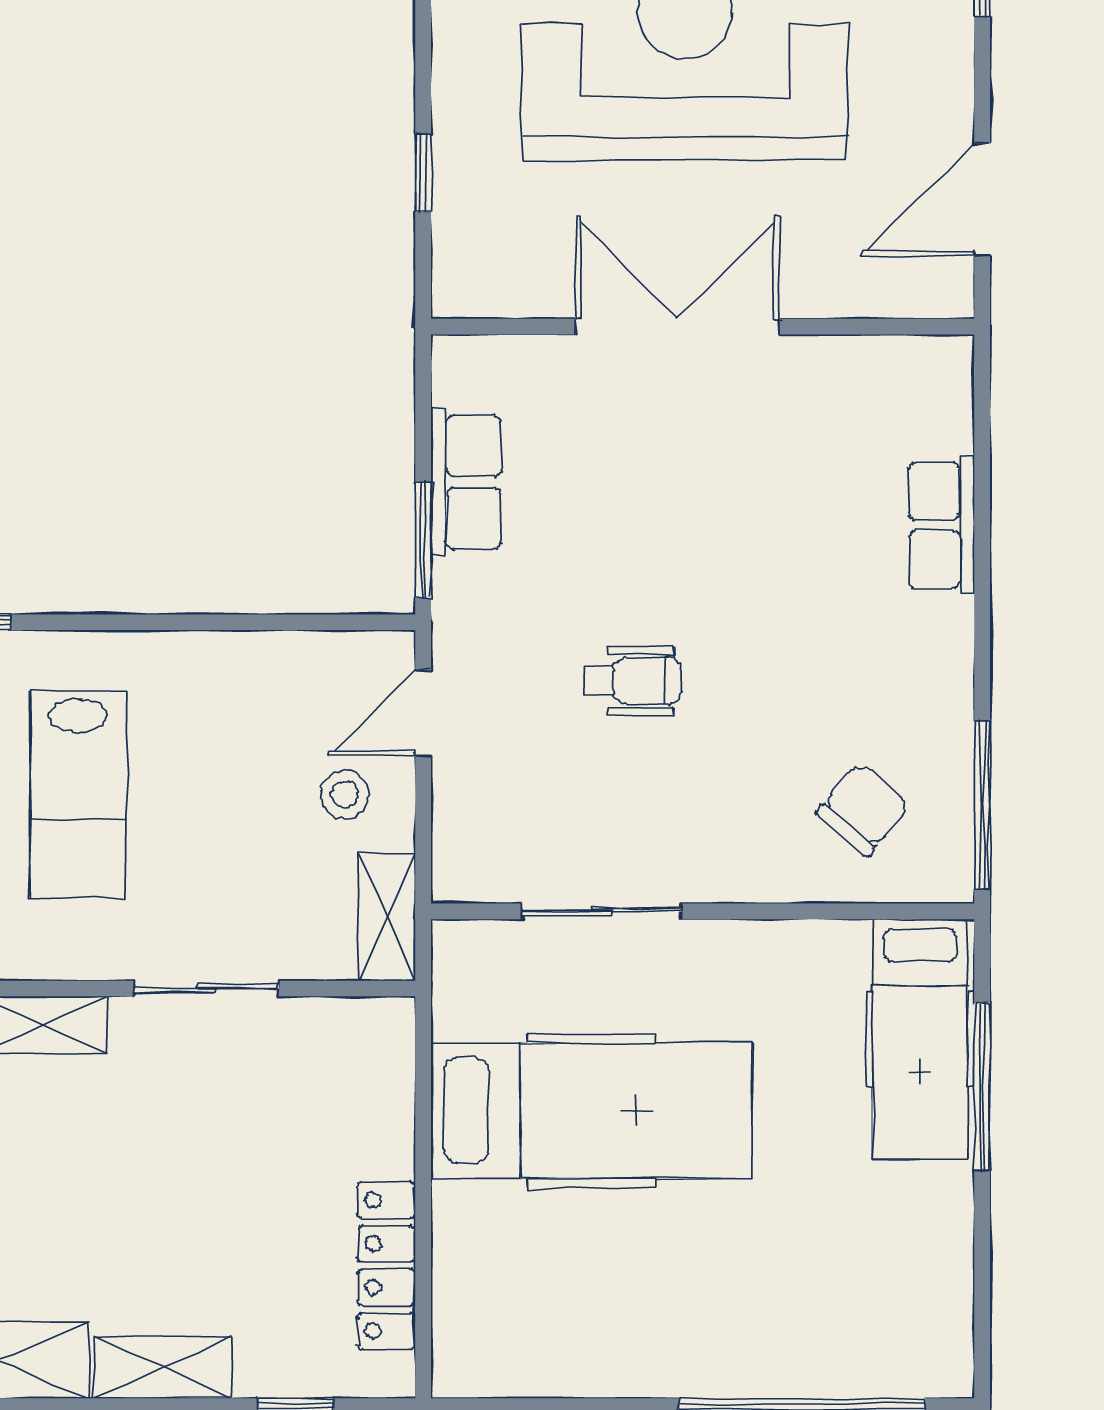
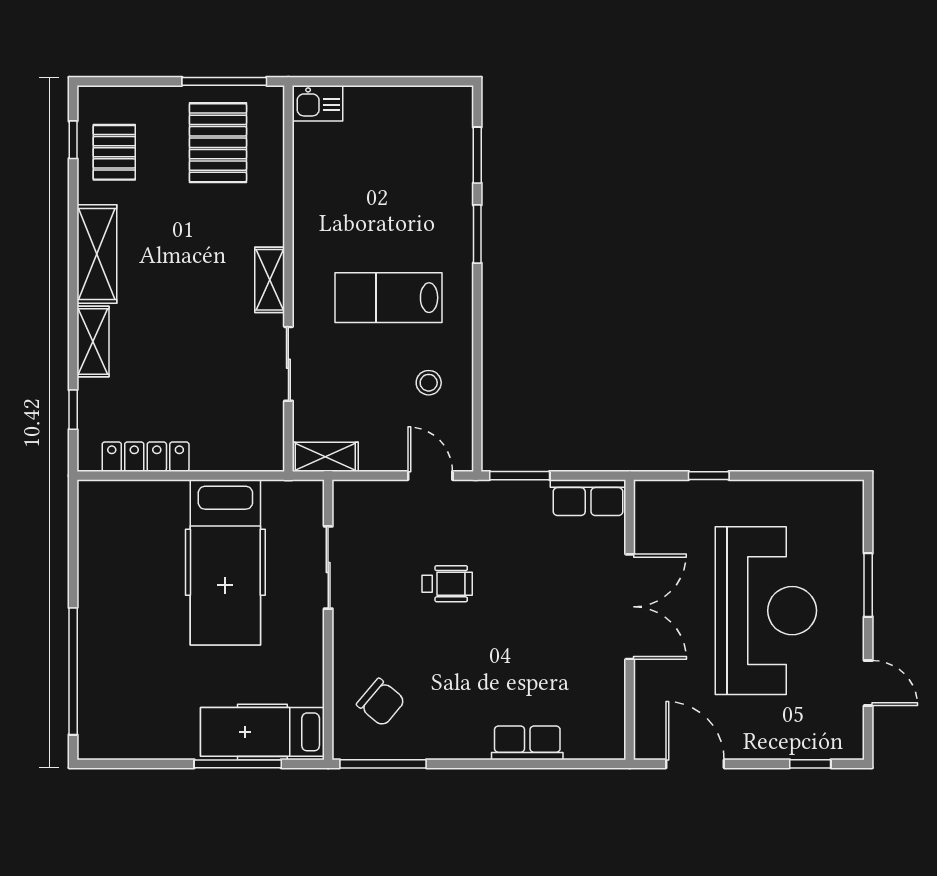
row of seats: (466, 482) -> (588, 498), moved
wheelchair: (633, 681) -> (447, 584), turned -90
stool: (344, 794) -> (429, 383), moved

